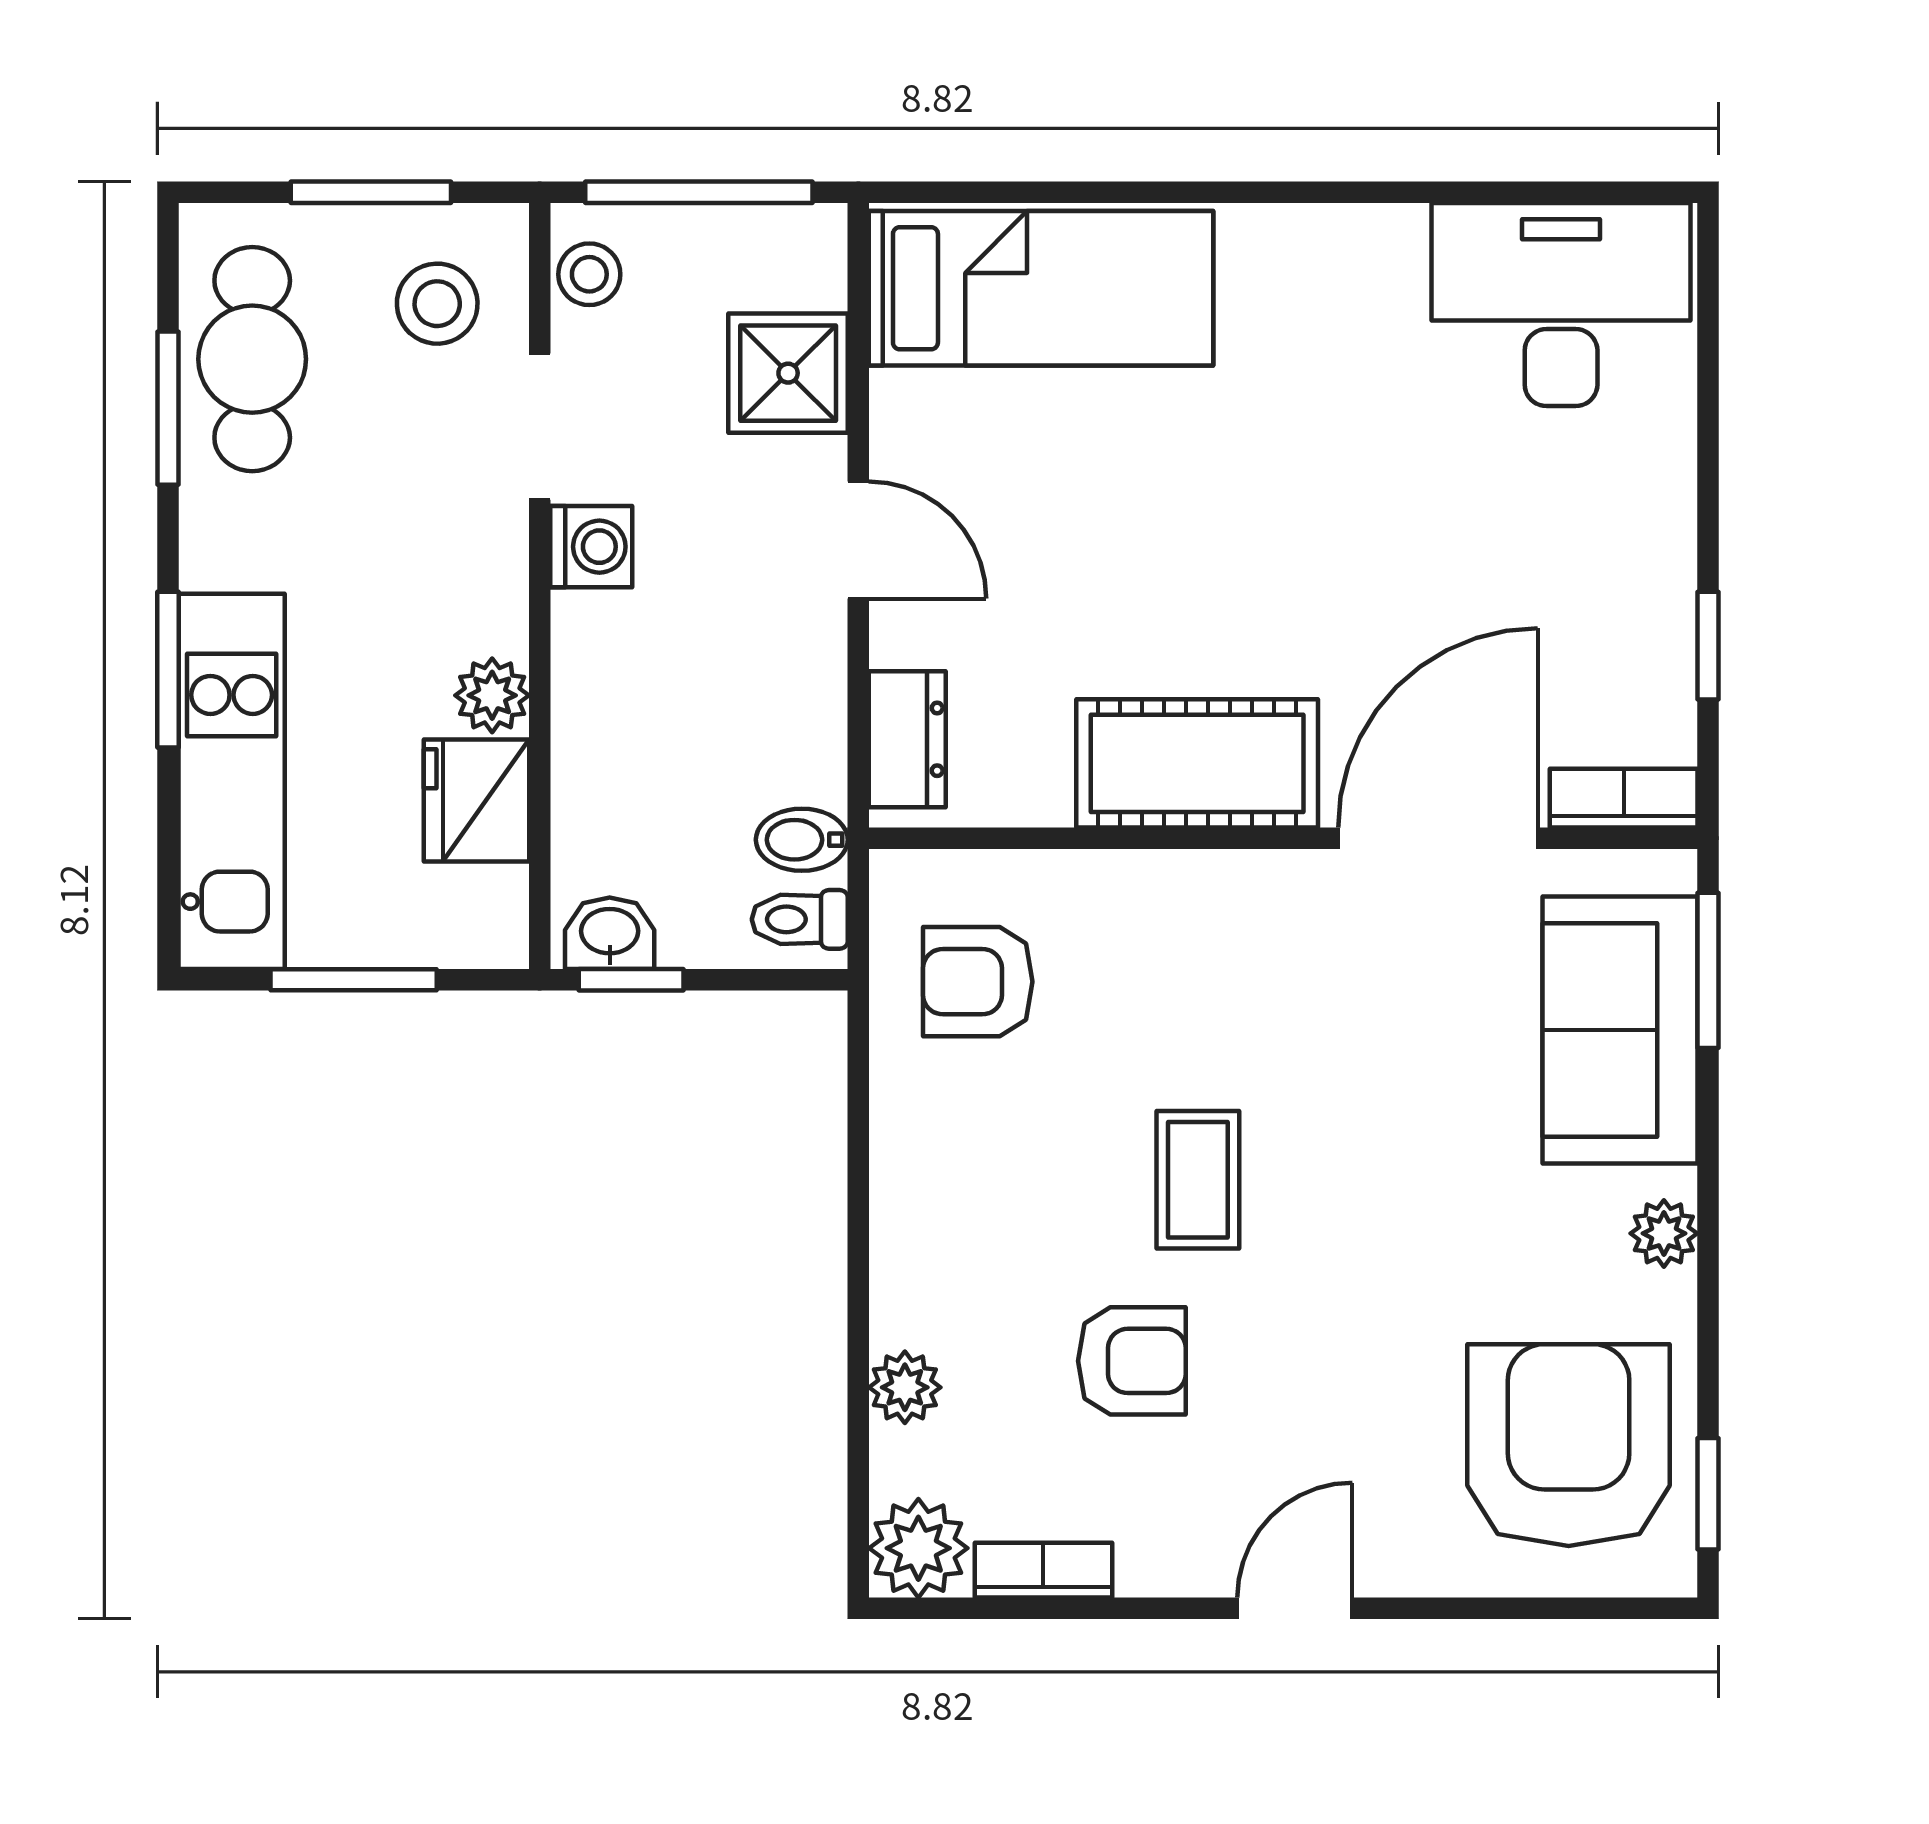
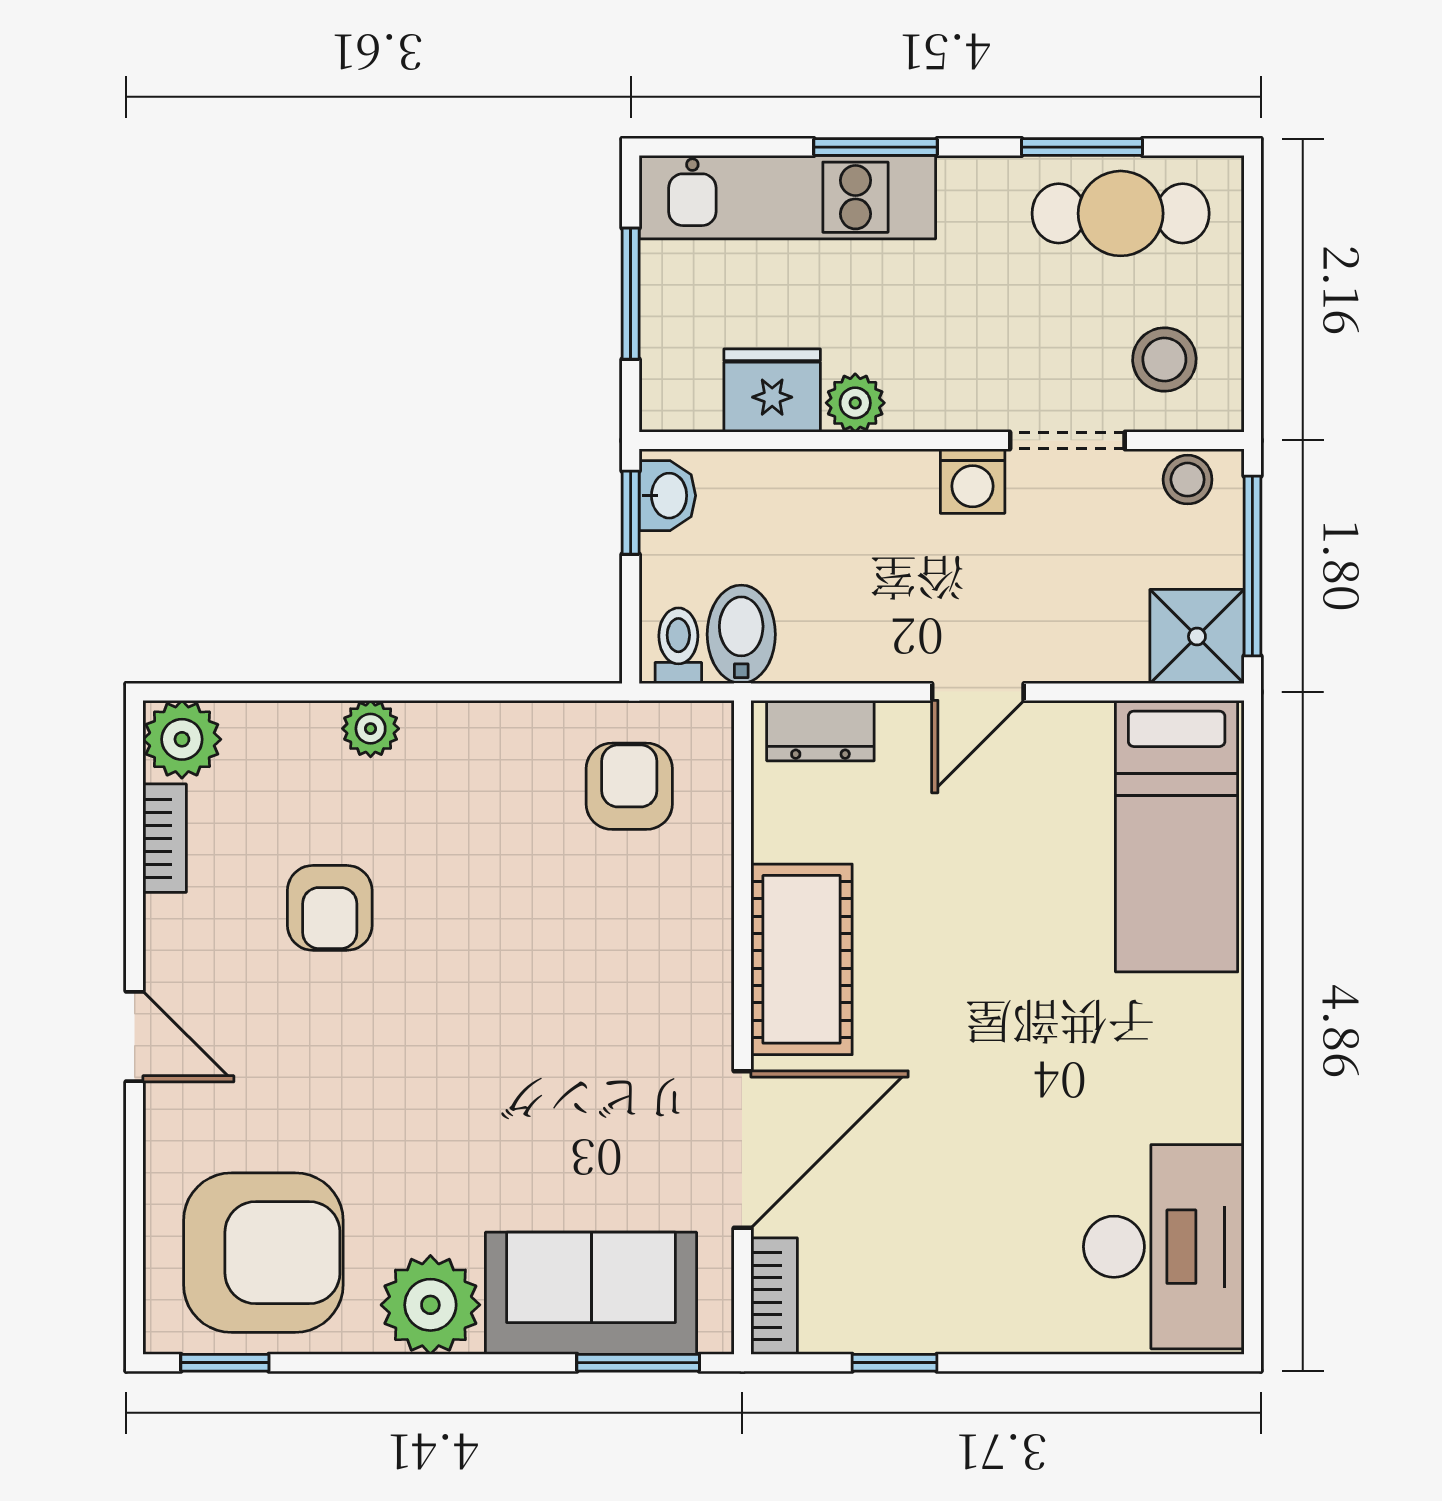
window: (371, 192) -> (1252, 307), removed
shower: (788, 373) -> (1197, 636), moved
door: (1438, 838) -> (742, 1150), hinge flipped
bidet: (802, 840) -> (741, 634), width x1.38, depth x1.36
coffee table: (1198, 1180) -> (473, 960), removed
plant: (1664, 1233) -> (430, 1305), width x1.88, depth x1.88
plant: (905, 1387) -> (371, 729), moved

